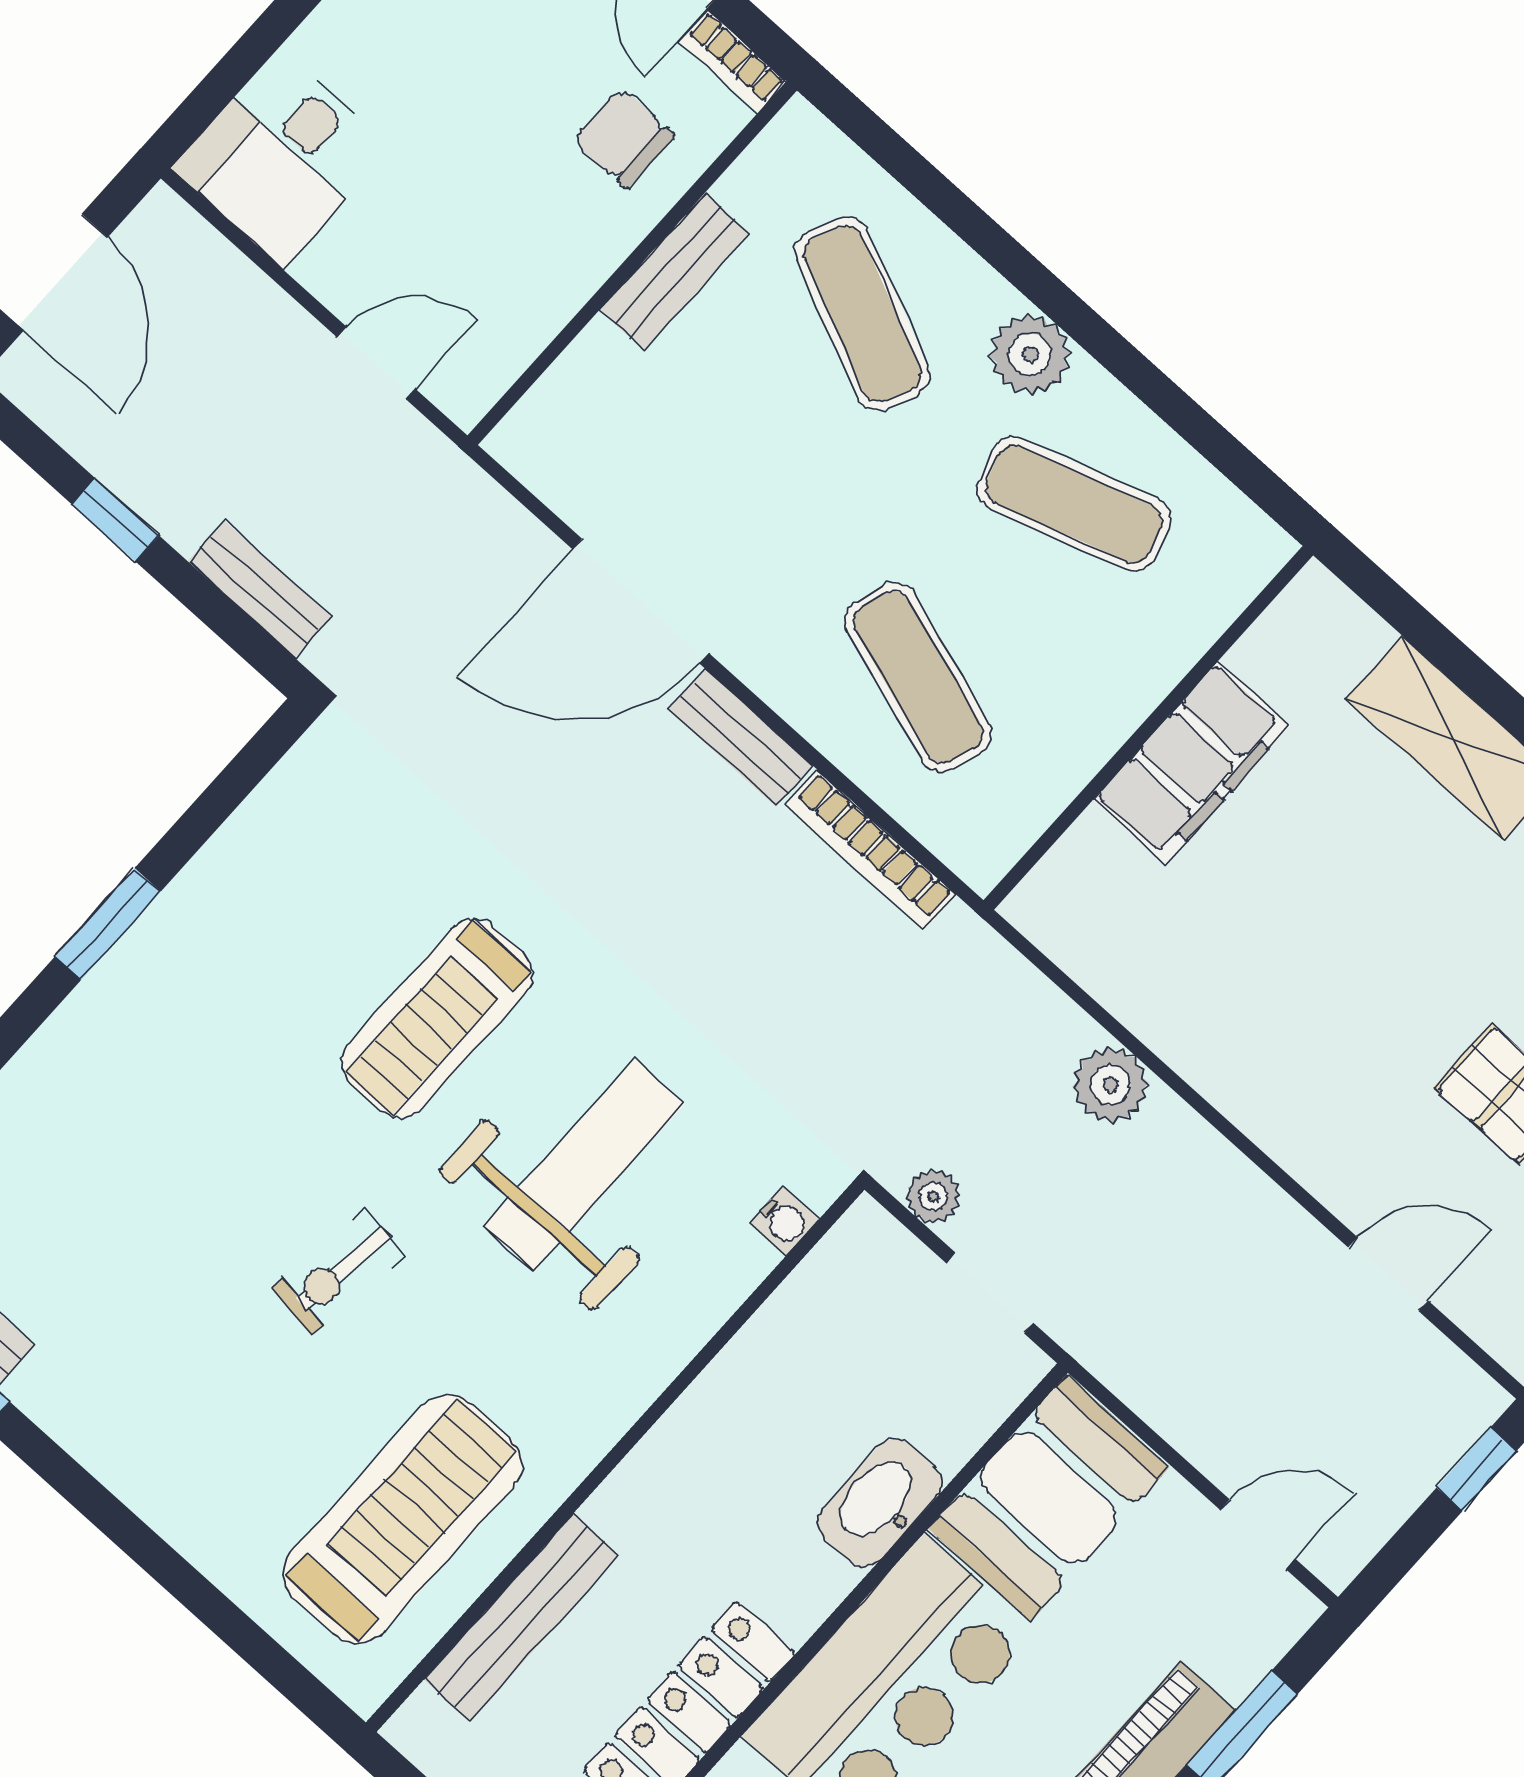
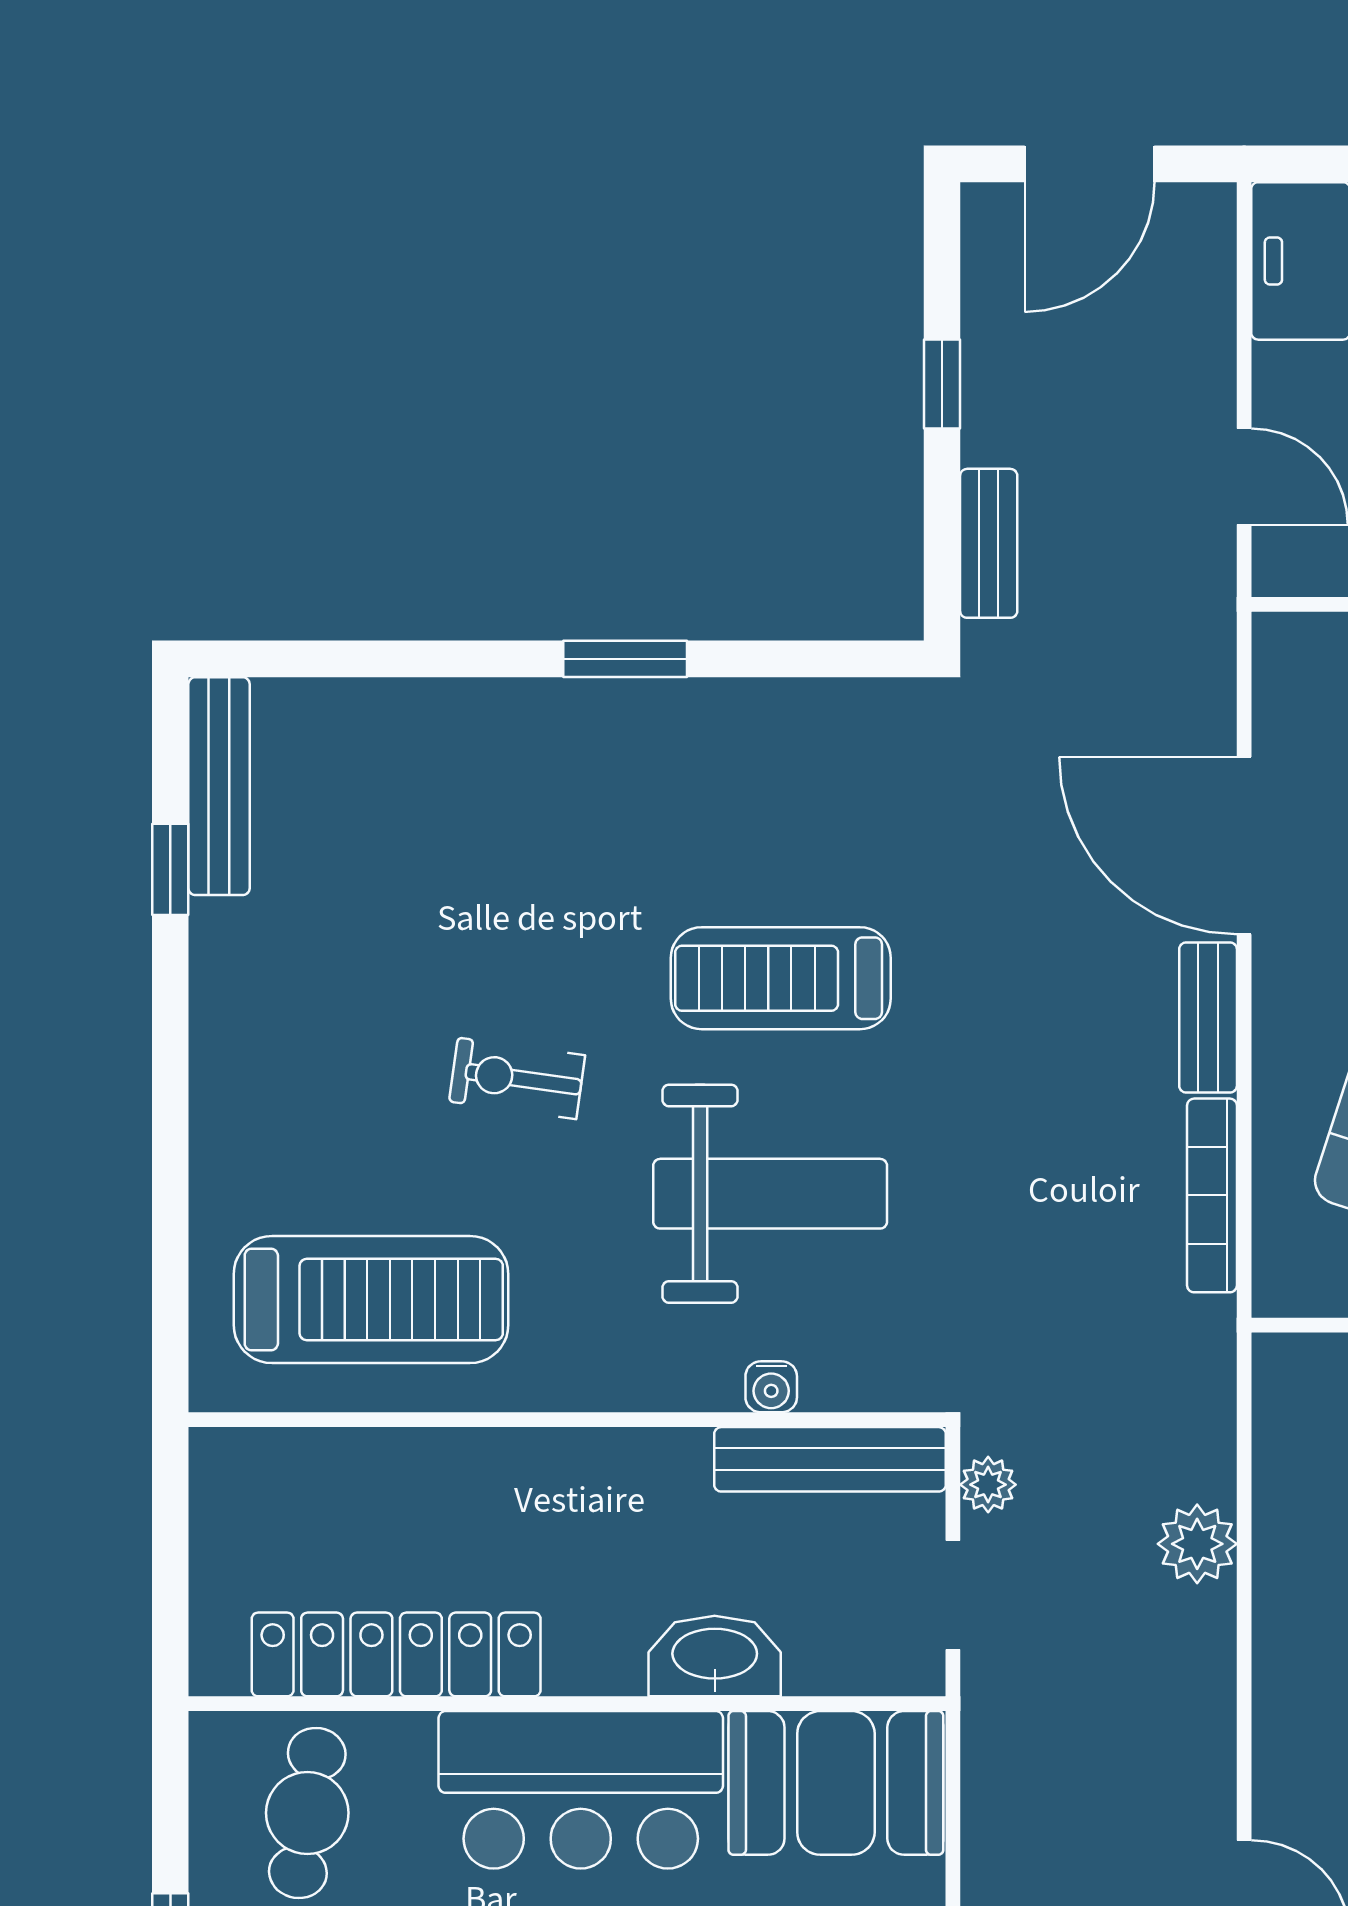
water cooler: (784, 1221) -> (771, 1387), moved
bench: (521, 1618) -> (830, 1459), moved

